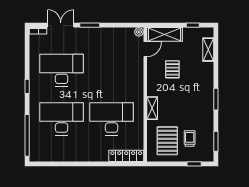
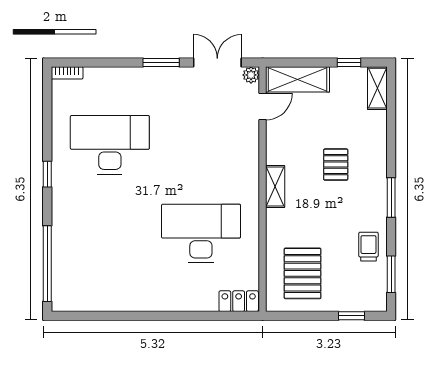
double door: (61, 25) -> (217, 63), moved
shelving: (208, 50) -> (377, 88), moved
pallet: (172, 69) -> (336, 165), moved
shelving: (152, 108) -> (275, 187), moved
desk: (62, 119) -> (110, 234), removed
trolley: (190, 139) -> (368, 247), moved
locker: (126, 156) -> (239, 301), width x0.66

